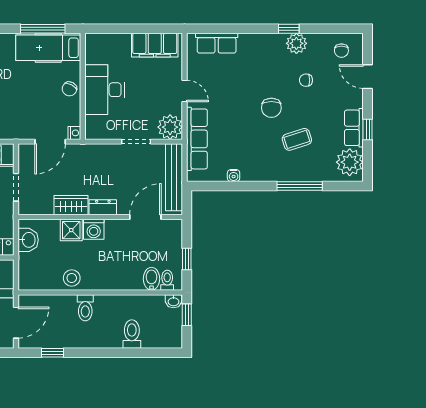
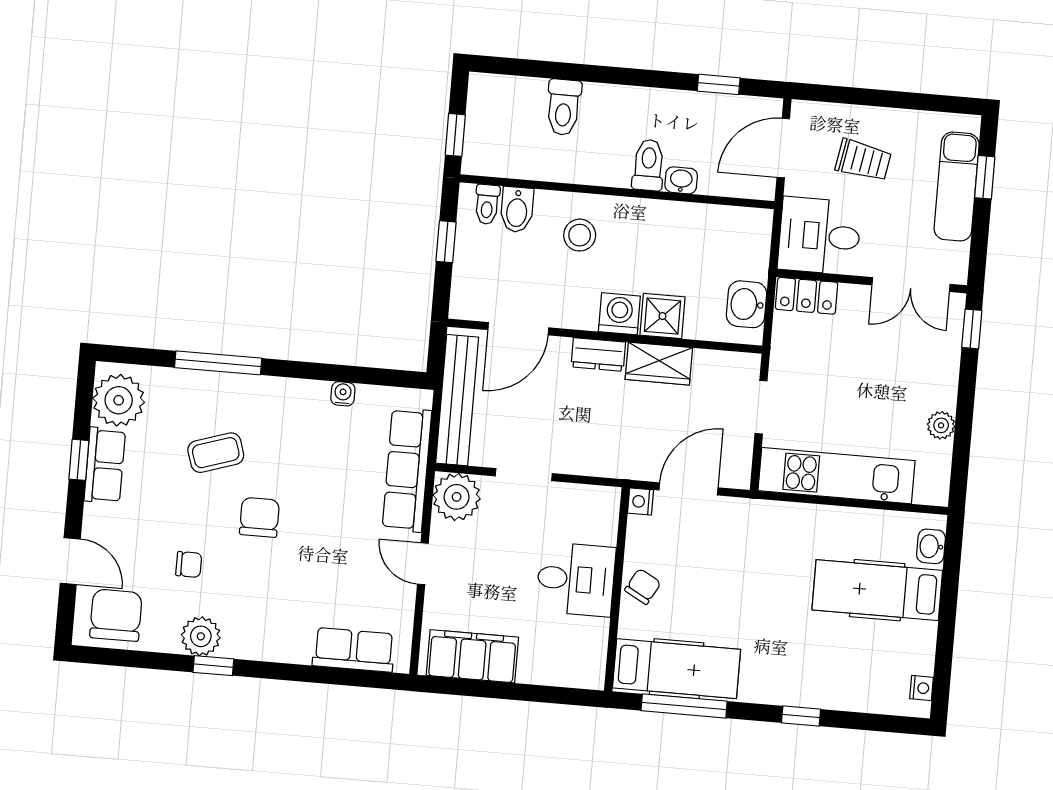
chair: (341, 51) -> (116, 615), width x1.87, depth x1.87
desk: (104, 90) -> (576, 579), width x0.73
stool: (72, 278) -> (580, 235), moved
washbasin: (173, 301) -> (681, 180), moved

